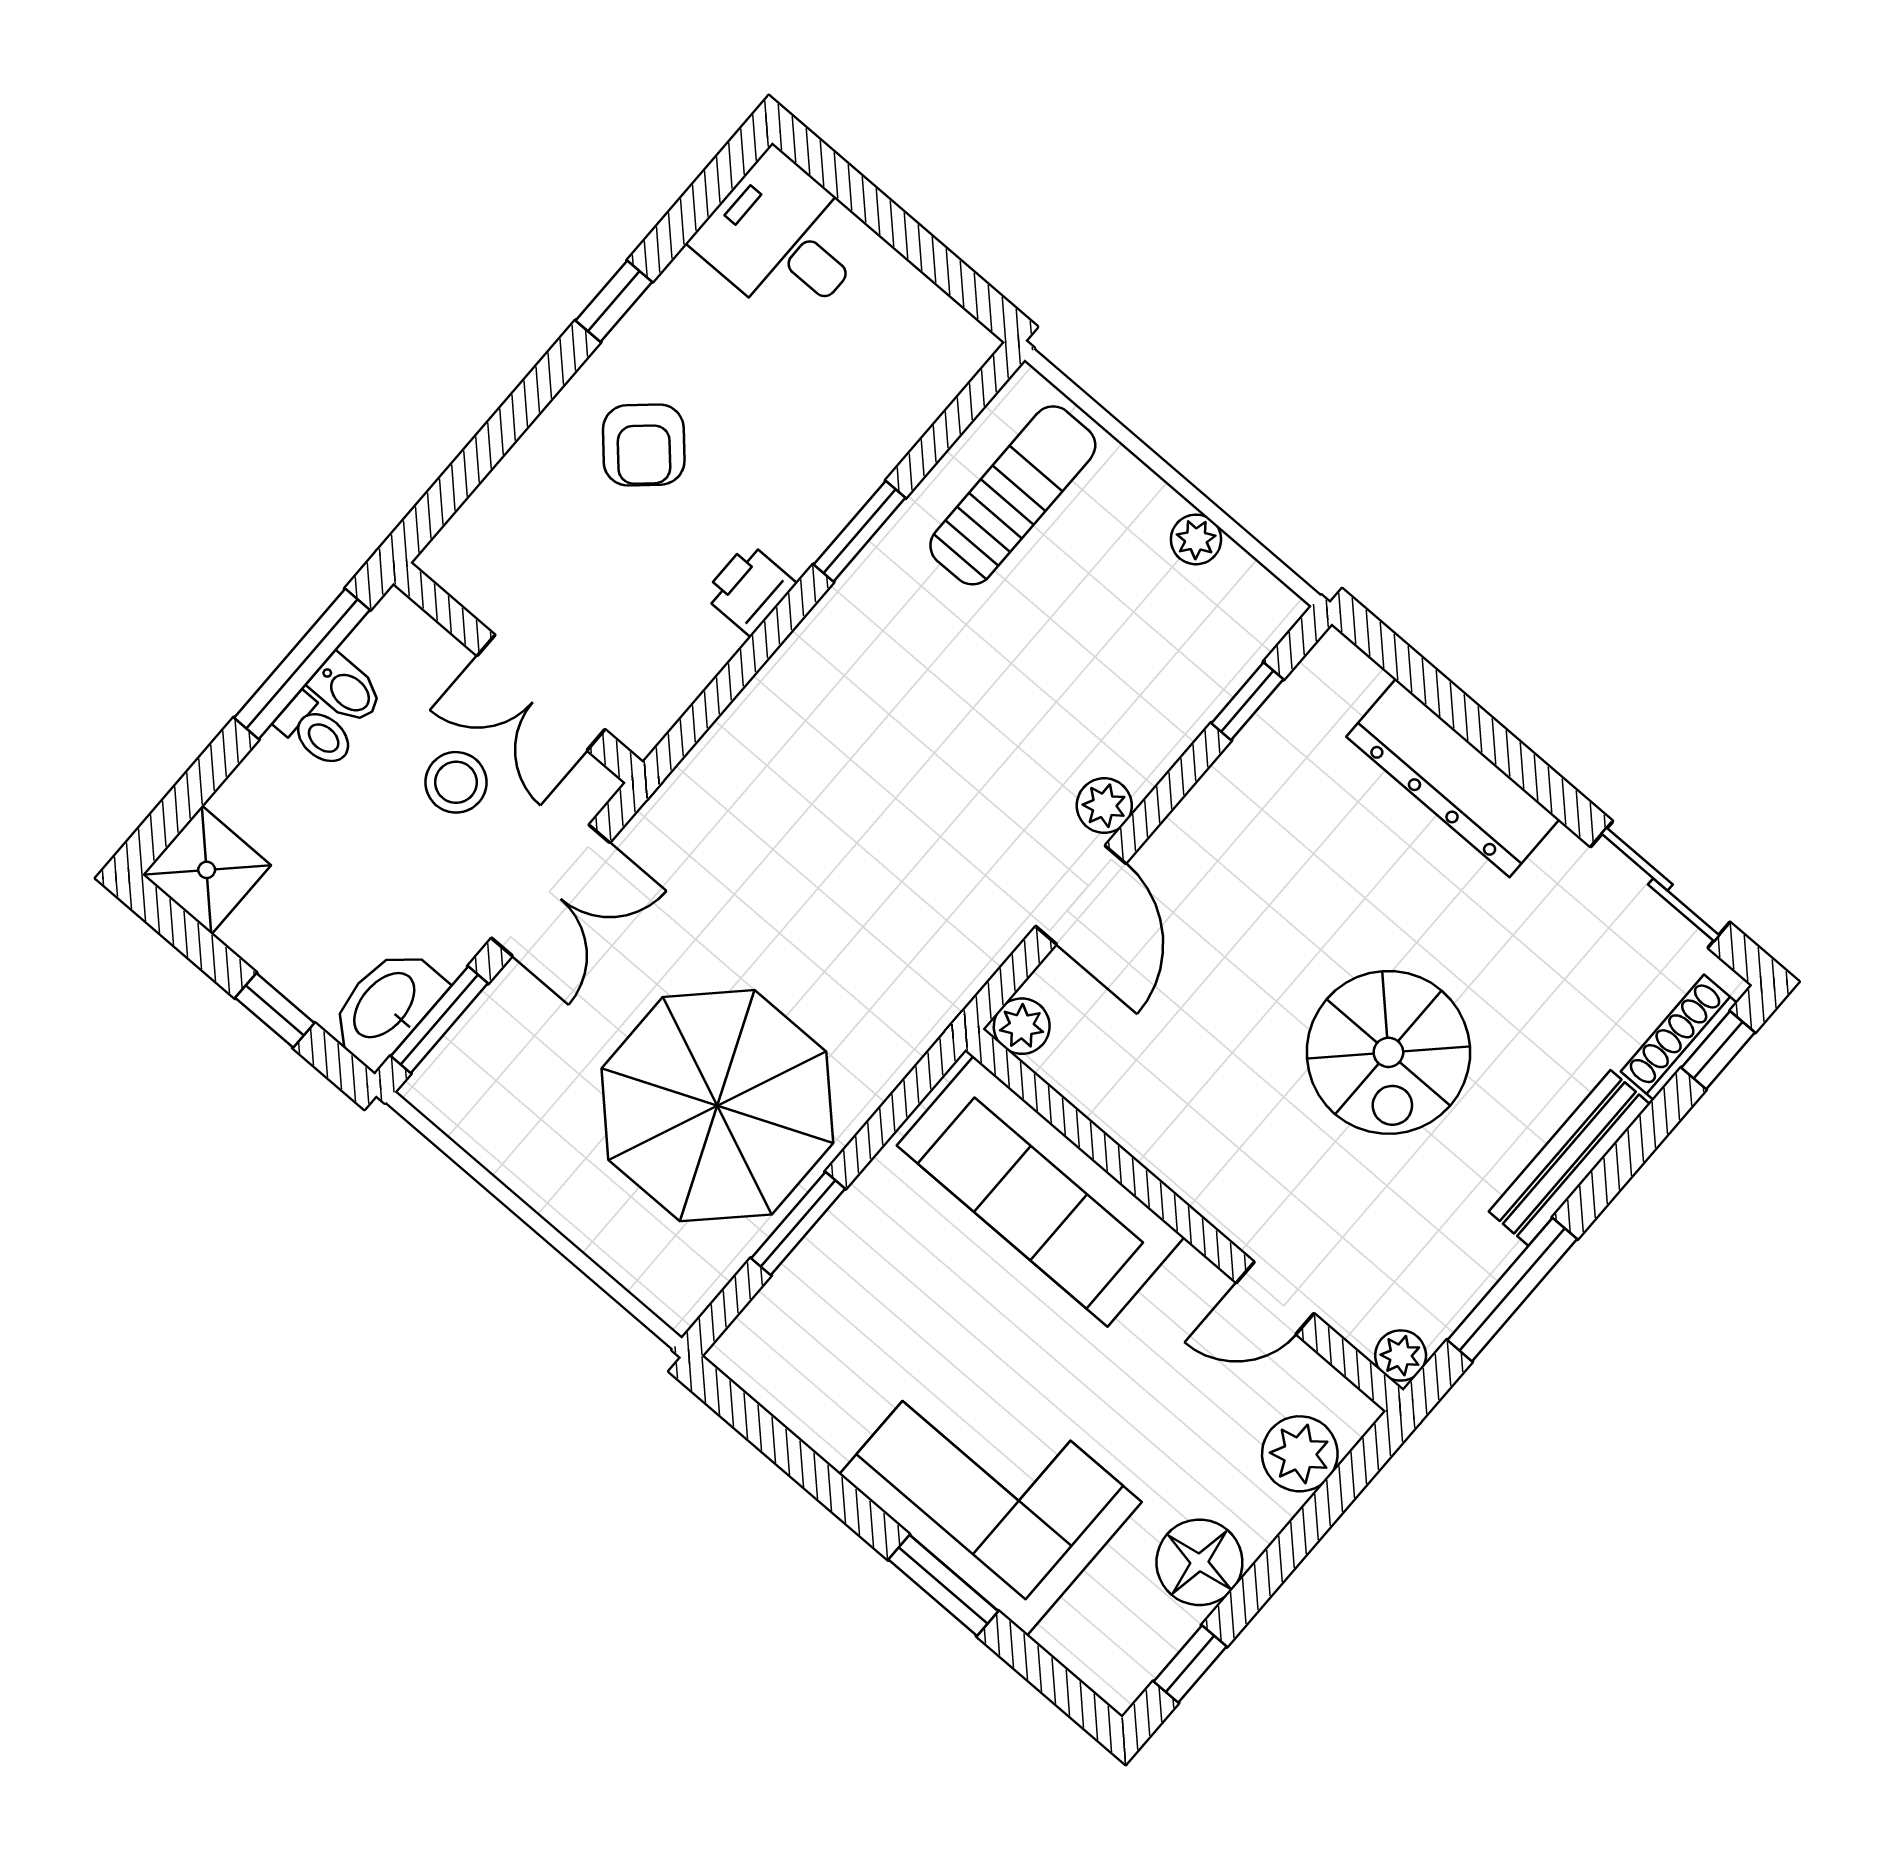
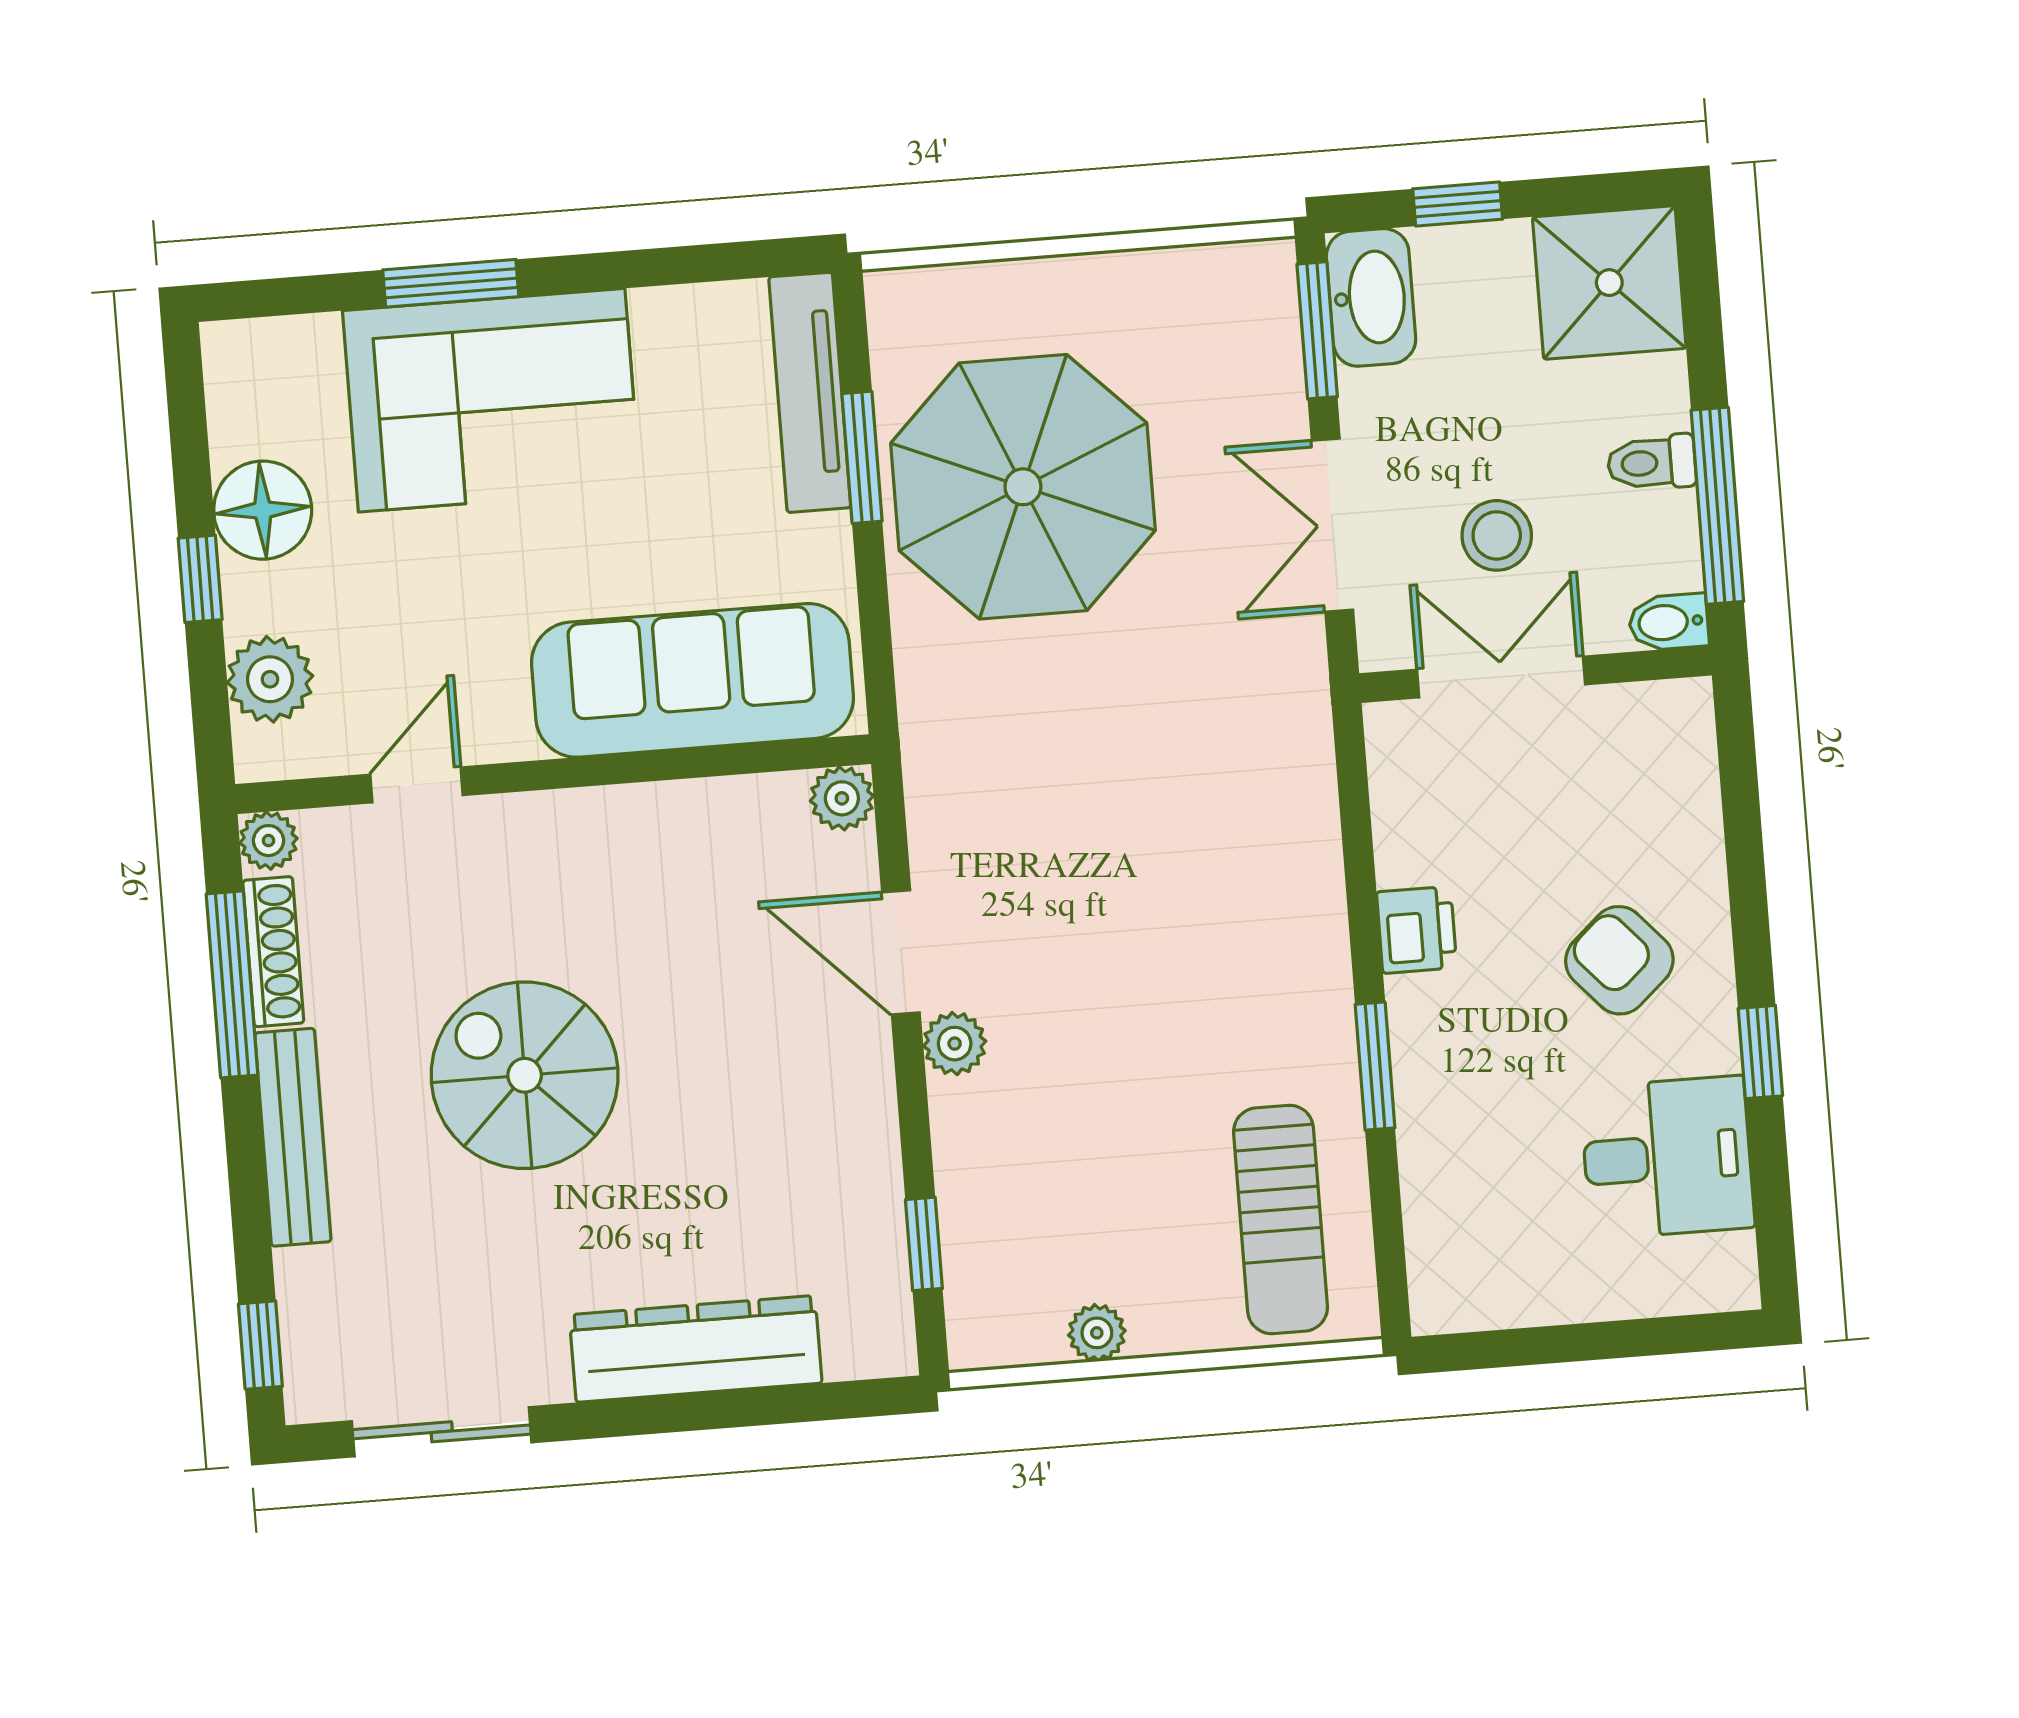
desk: (783, 240) -> (1667, 1157), moved
bidet: (346, 689) -> (1669, 622), moved
shower: (207, 870) -> (1609, 283), width x1.36, depth x1.36
shoe rack: (1679, 1037) -> (273, 952), moved
tv unit: (790, 1296) -> (810, 392), added
window: (1190, 1664) -> (200, 579), moved

